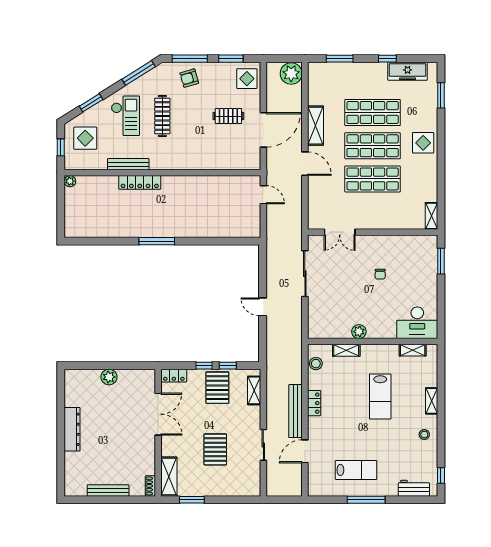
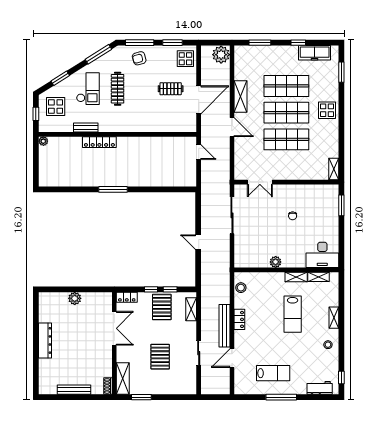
bench: (128, 164) -> (86, 127), width x0.73
shelving: (346, 350) -> (296, 277), moved

